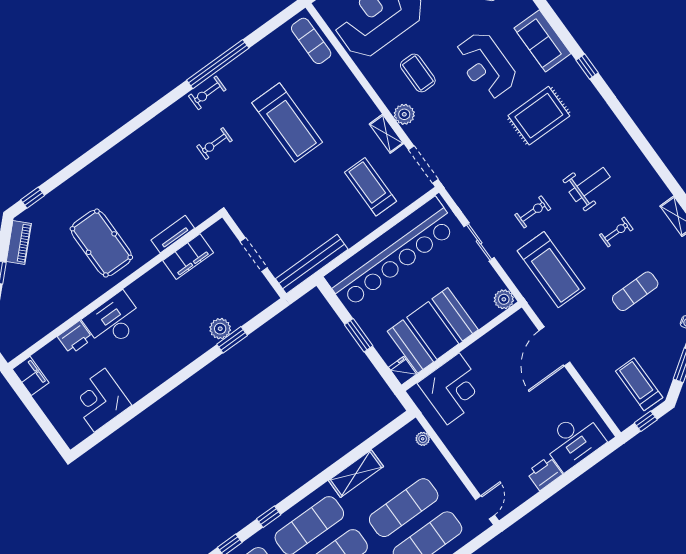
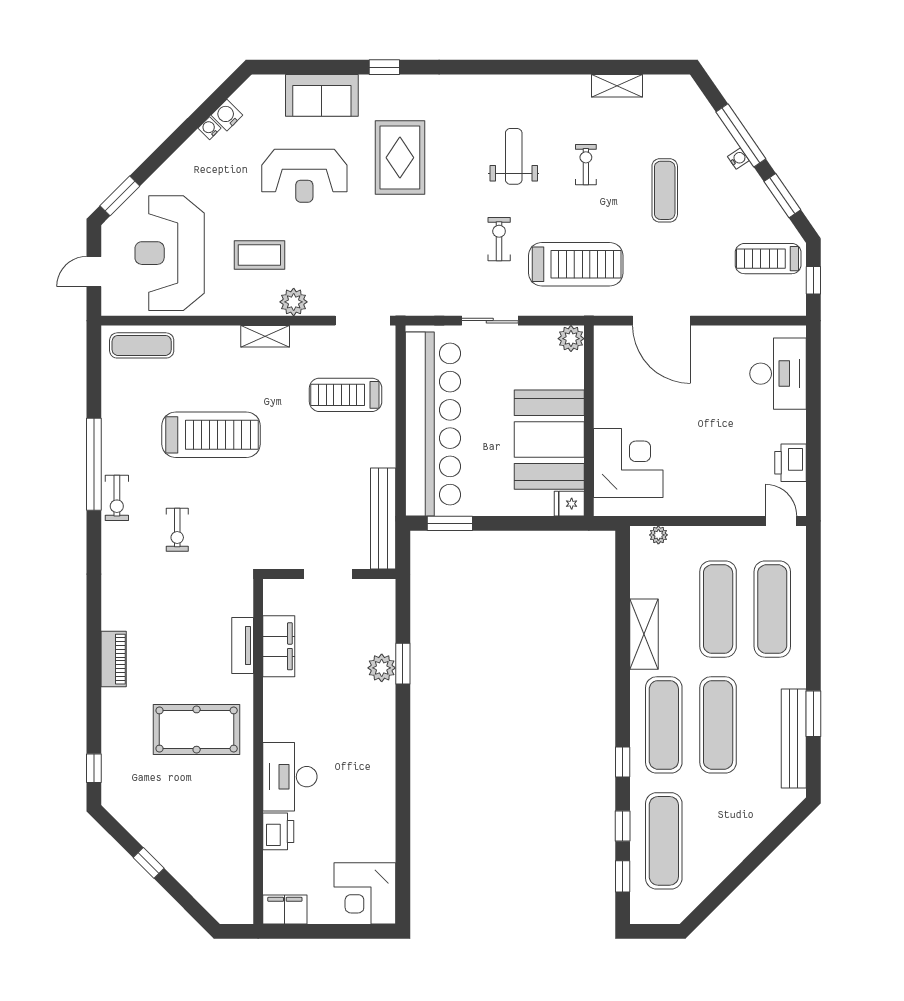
shelving: (386, 134) -> (265, 336), moved
piano: (19, 242) -> (114, 659), moved, turned 45
window: (359, 335) -> (450, 523), moved
corner desk: (100, 400) -> (365, 893), moved
printer: (544, 473) -> (791, 463), moved

